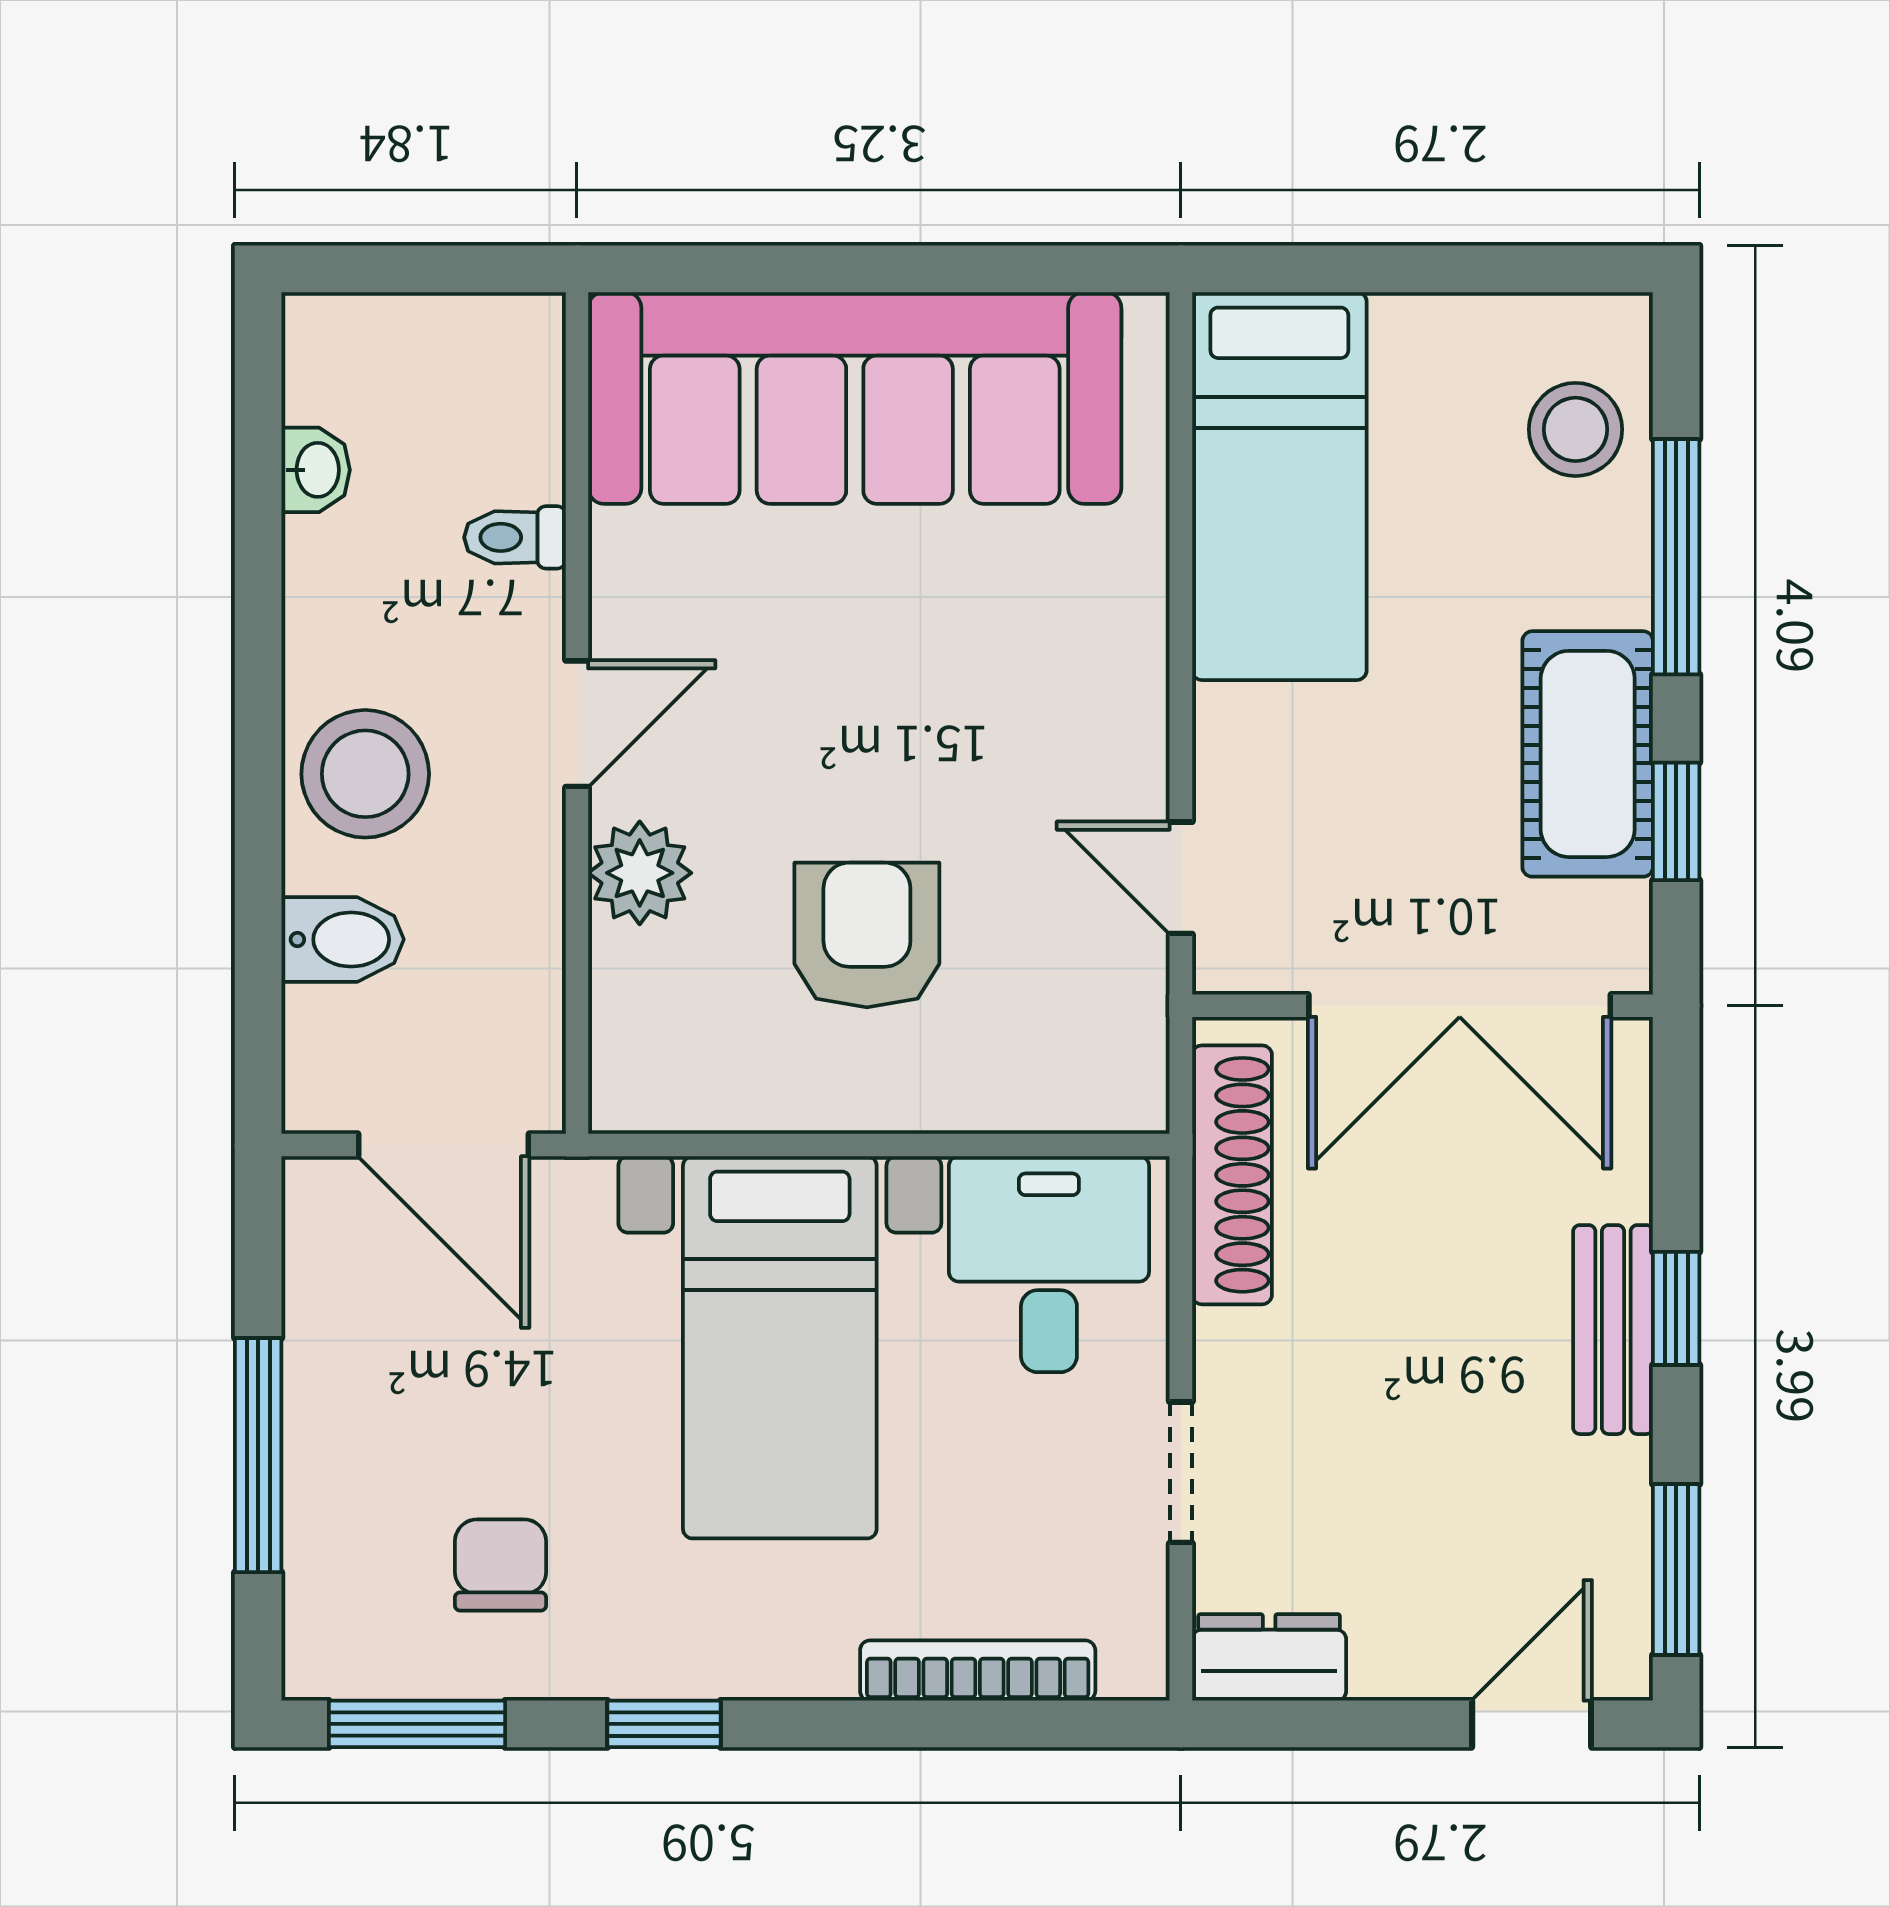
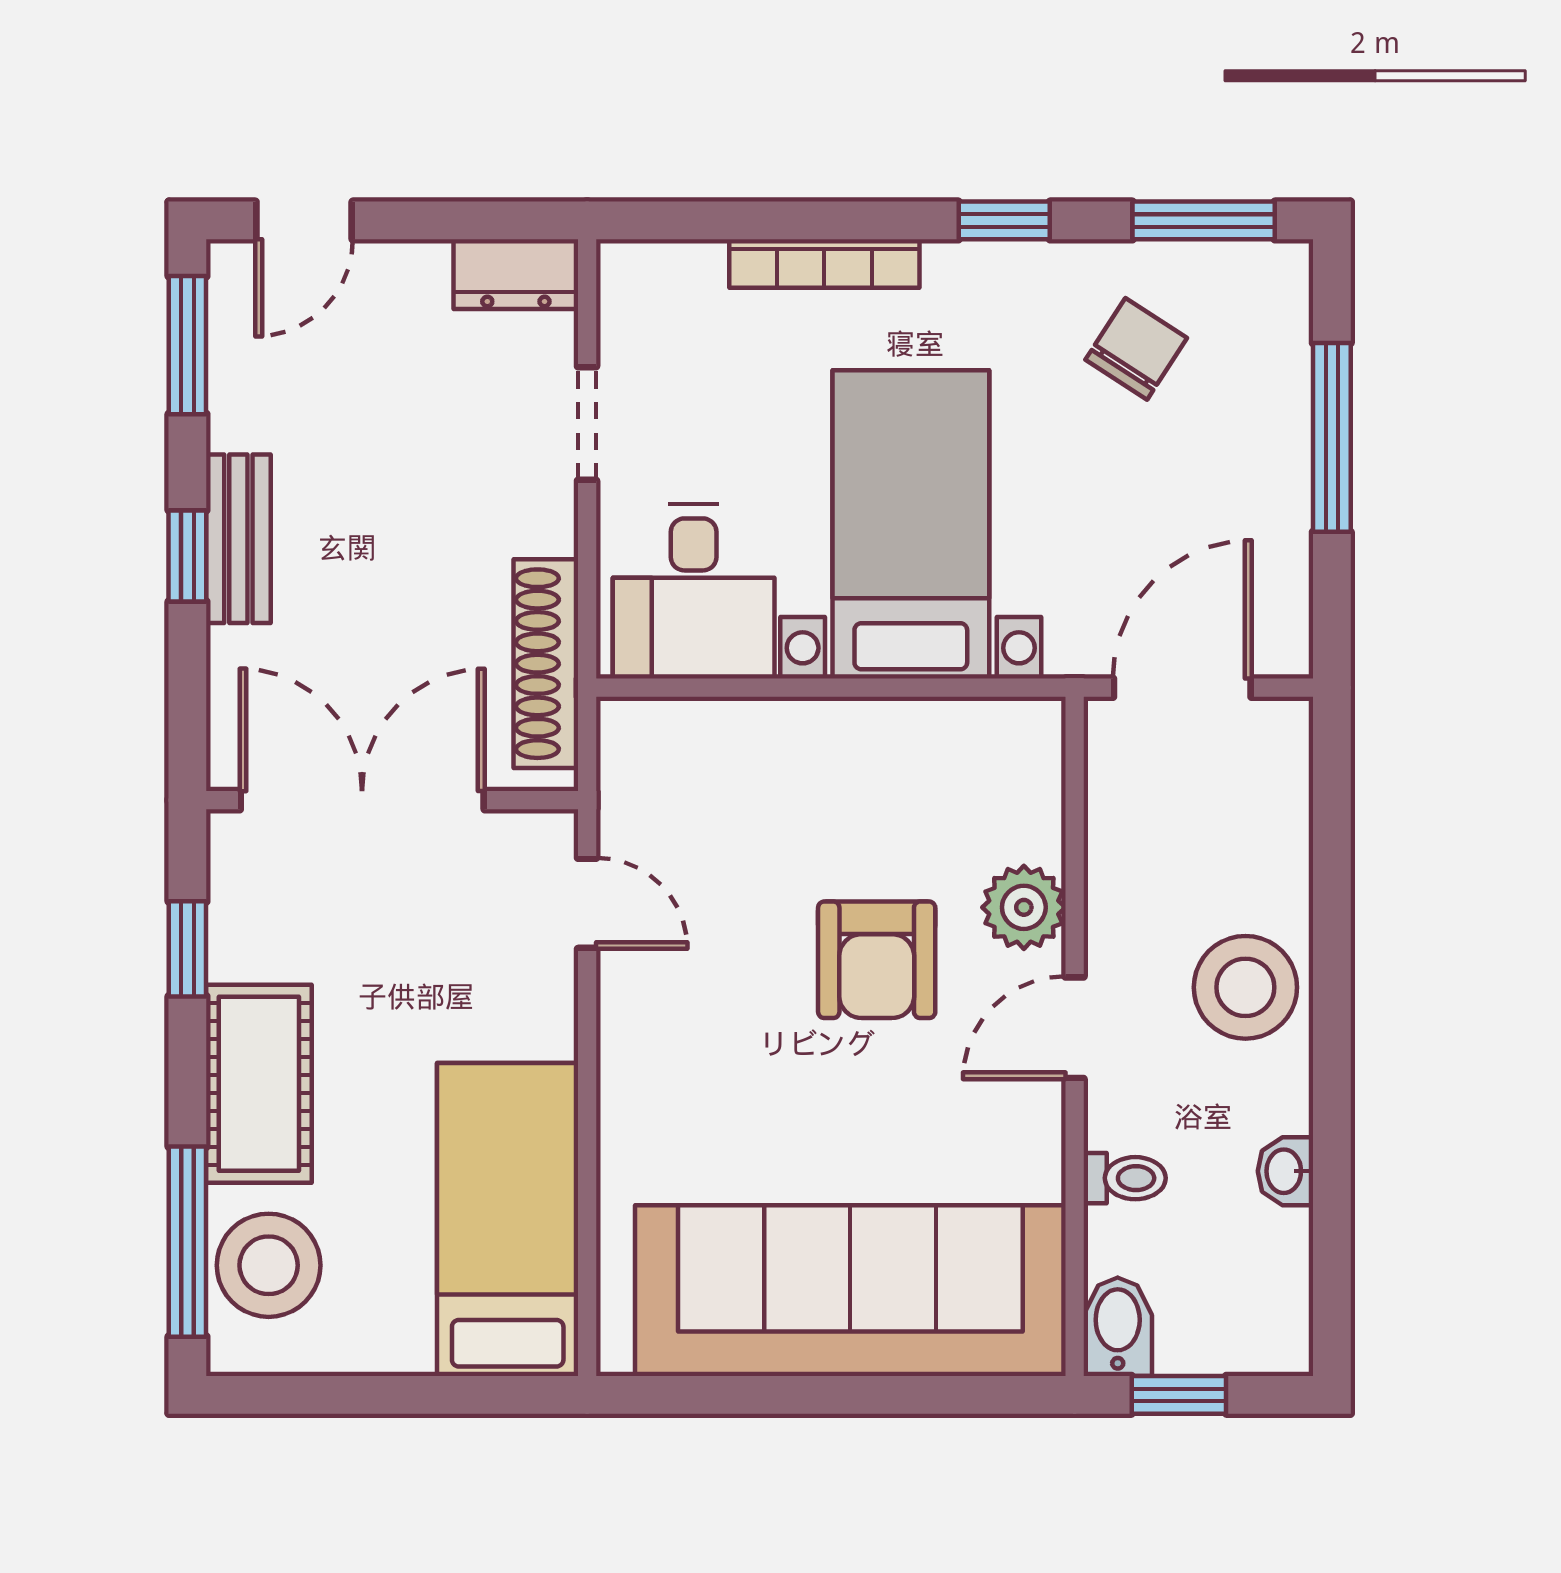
window: (448, 269) -> (1179, 1395), added
stool: (1576, 429) -> (269, 1265), width x1.38, depth x1.38
washbasin: (316, 470) -> (1285, 1171), moved
window: (1676, 557) -> (187, 1242), moved
cot: (1588, 754) -> (259, 1084), moved
armchair: (867, 935) -> (877, 960), moved
bidet: (343, 939) -> (1118, 1327), moved, turned 90
door: (444, 1145) -> (1182, 688), hinge flipped
chair: (501, 1565) -> (1136, 349), turned -147
bookcase: (978, 1671) -> (824, 264), moved

